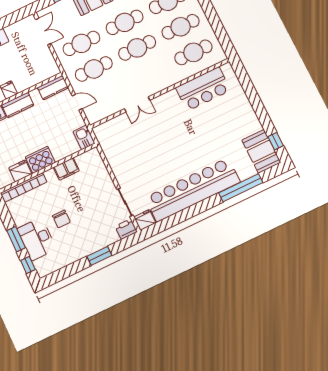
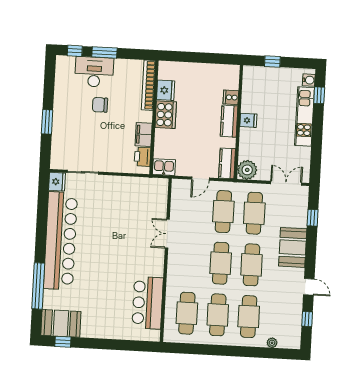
double door: (43, 31) -> (286, 183), swing flipped
plant: (49, 69) -> (247, 170), added
printer: (126, 229) -> (143, 157), moved, turned 180

